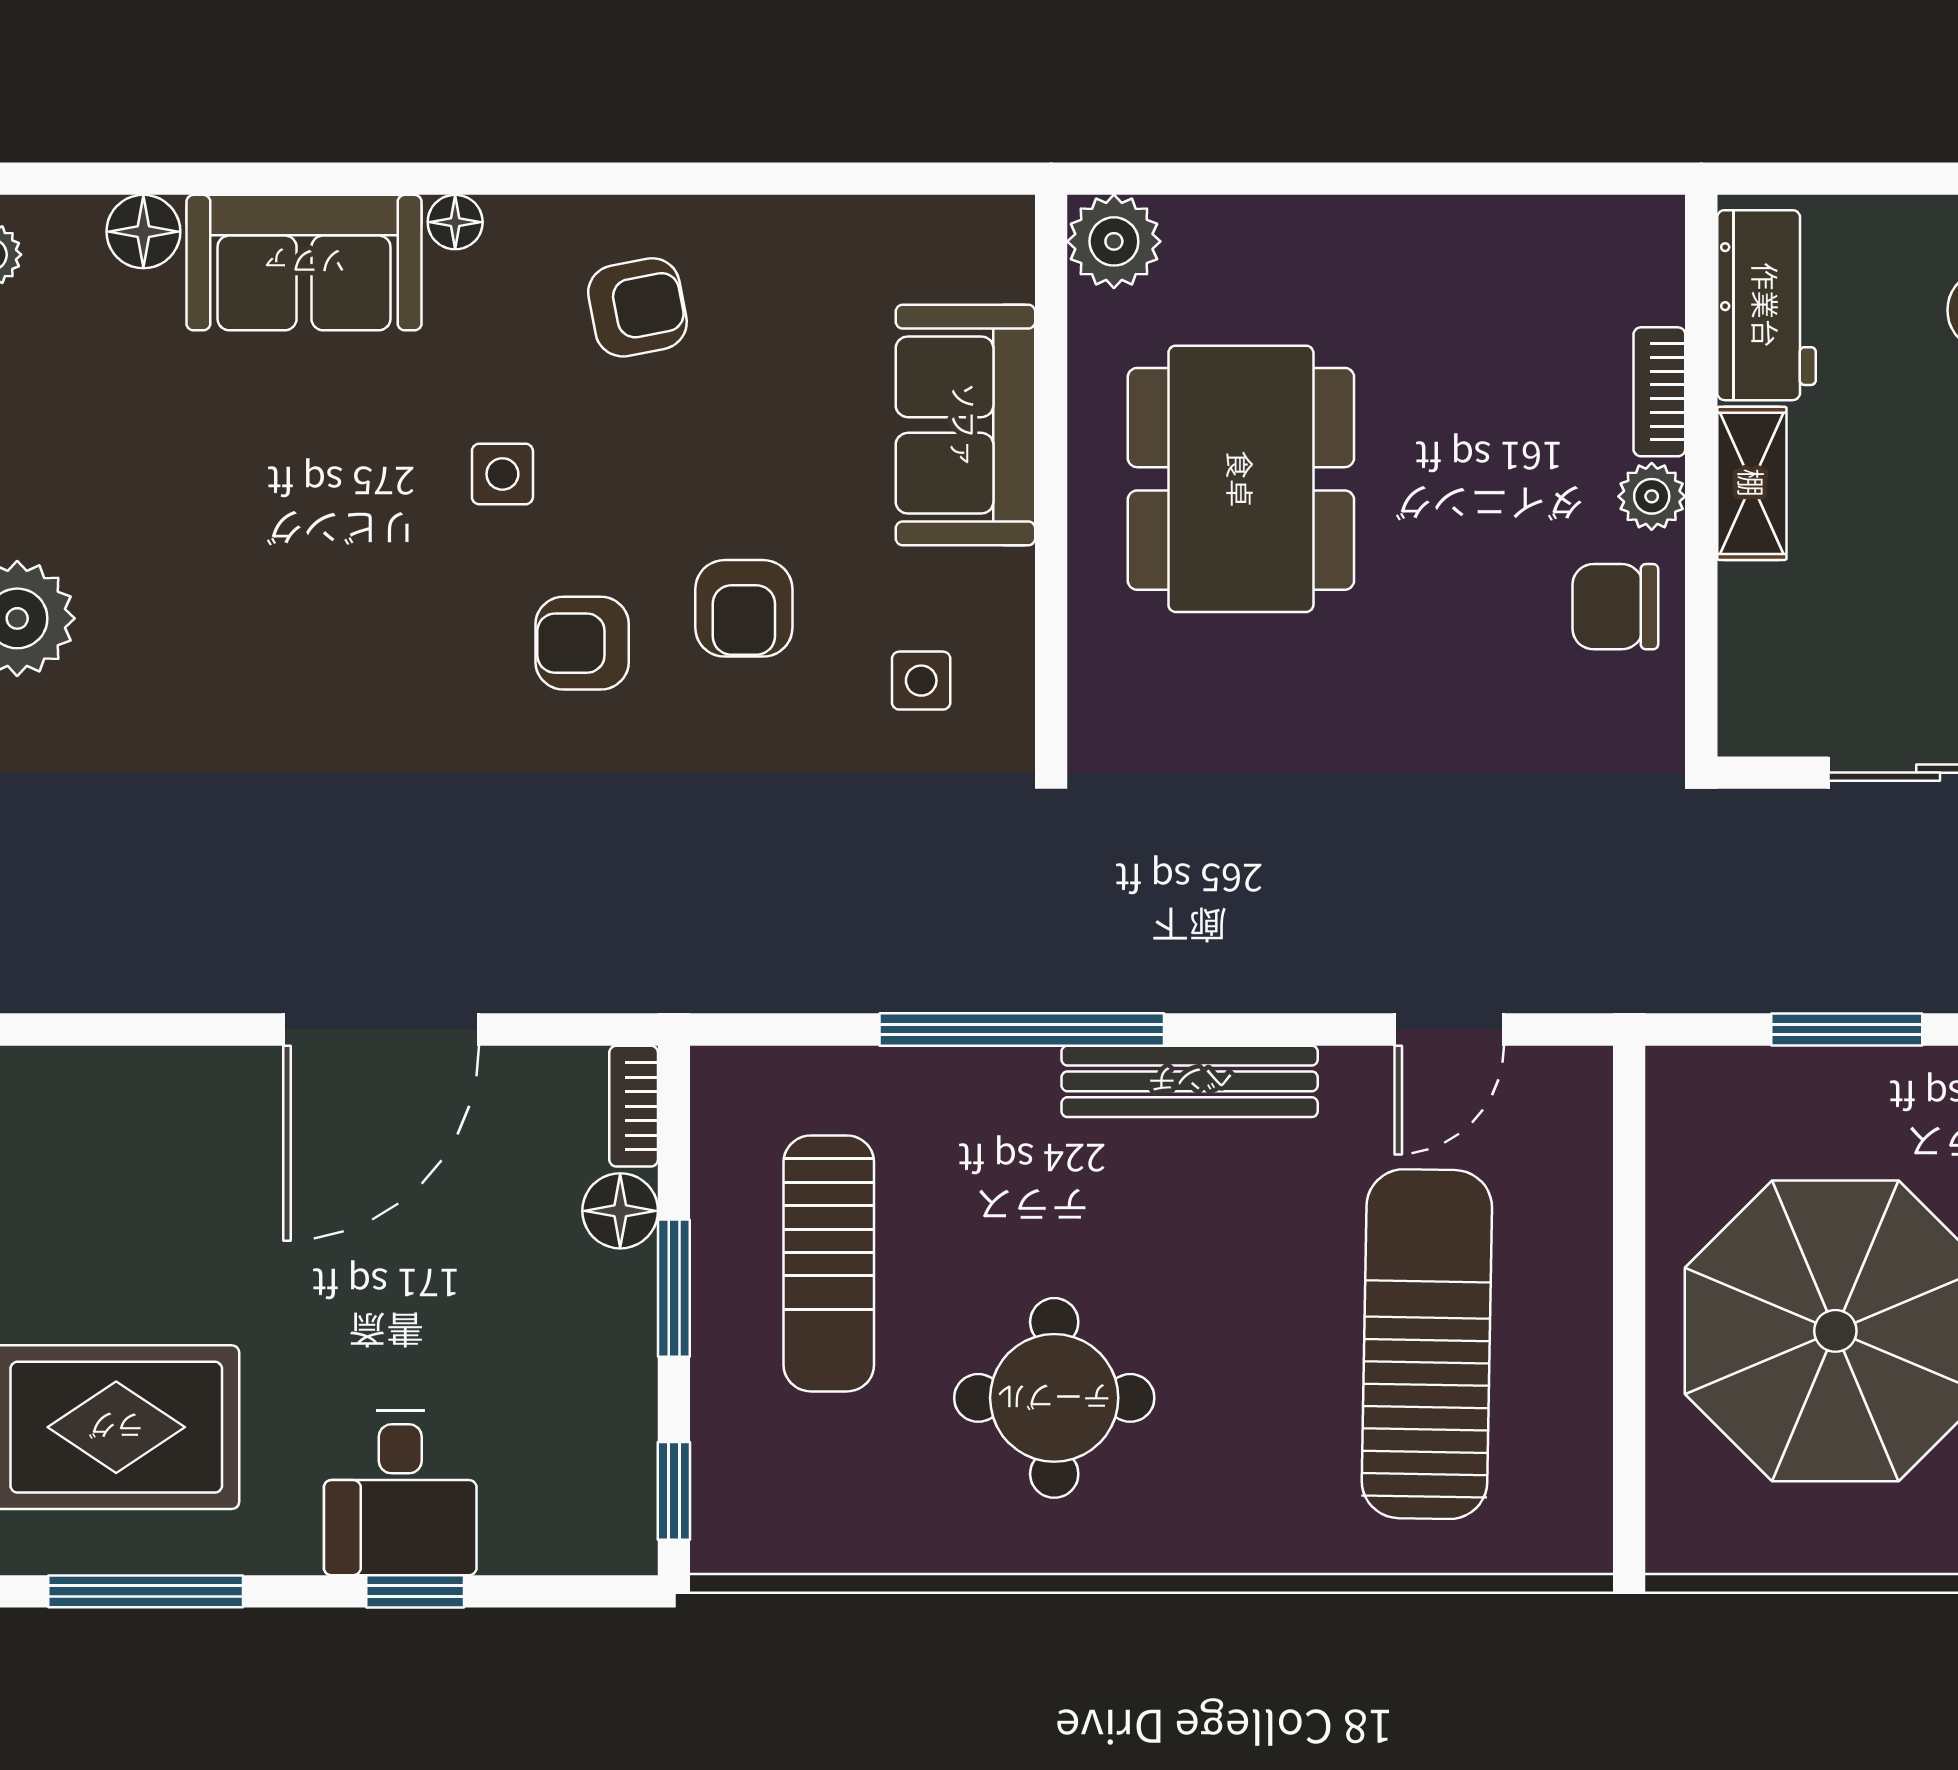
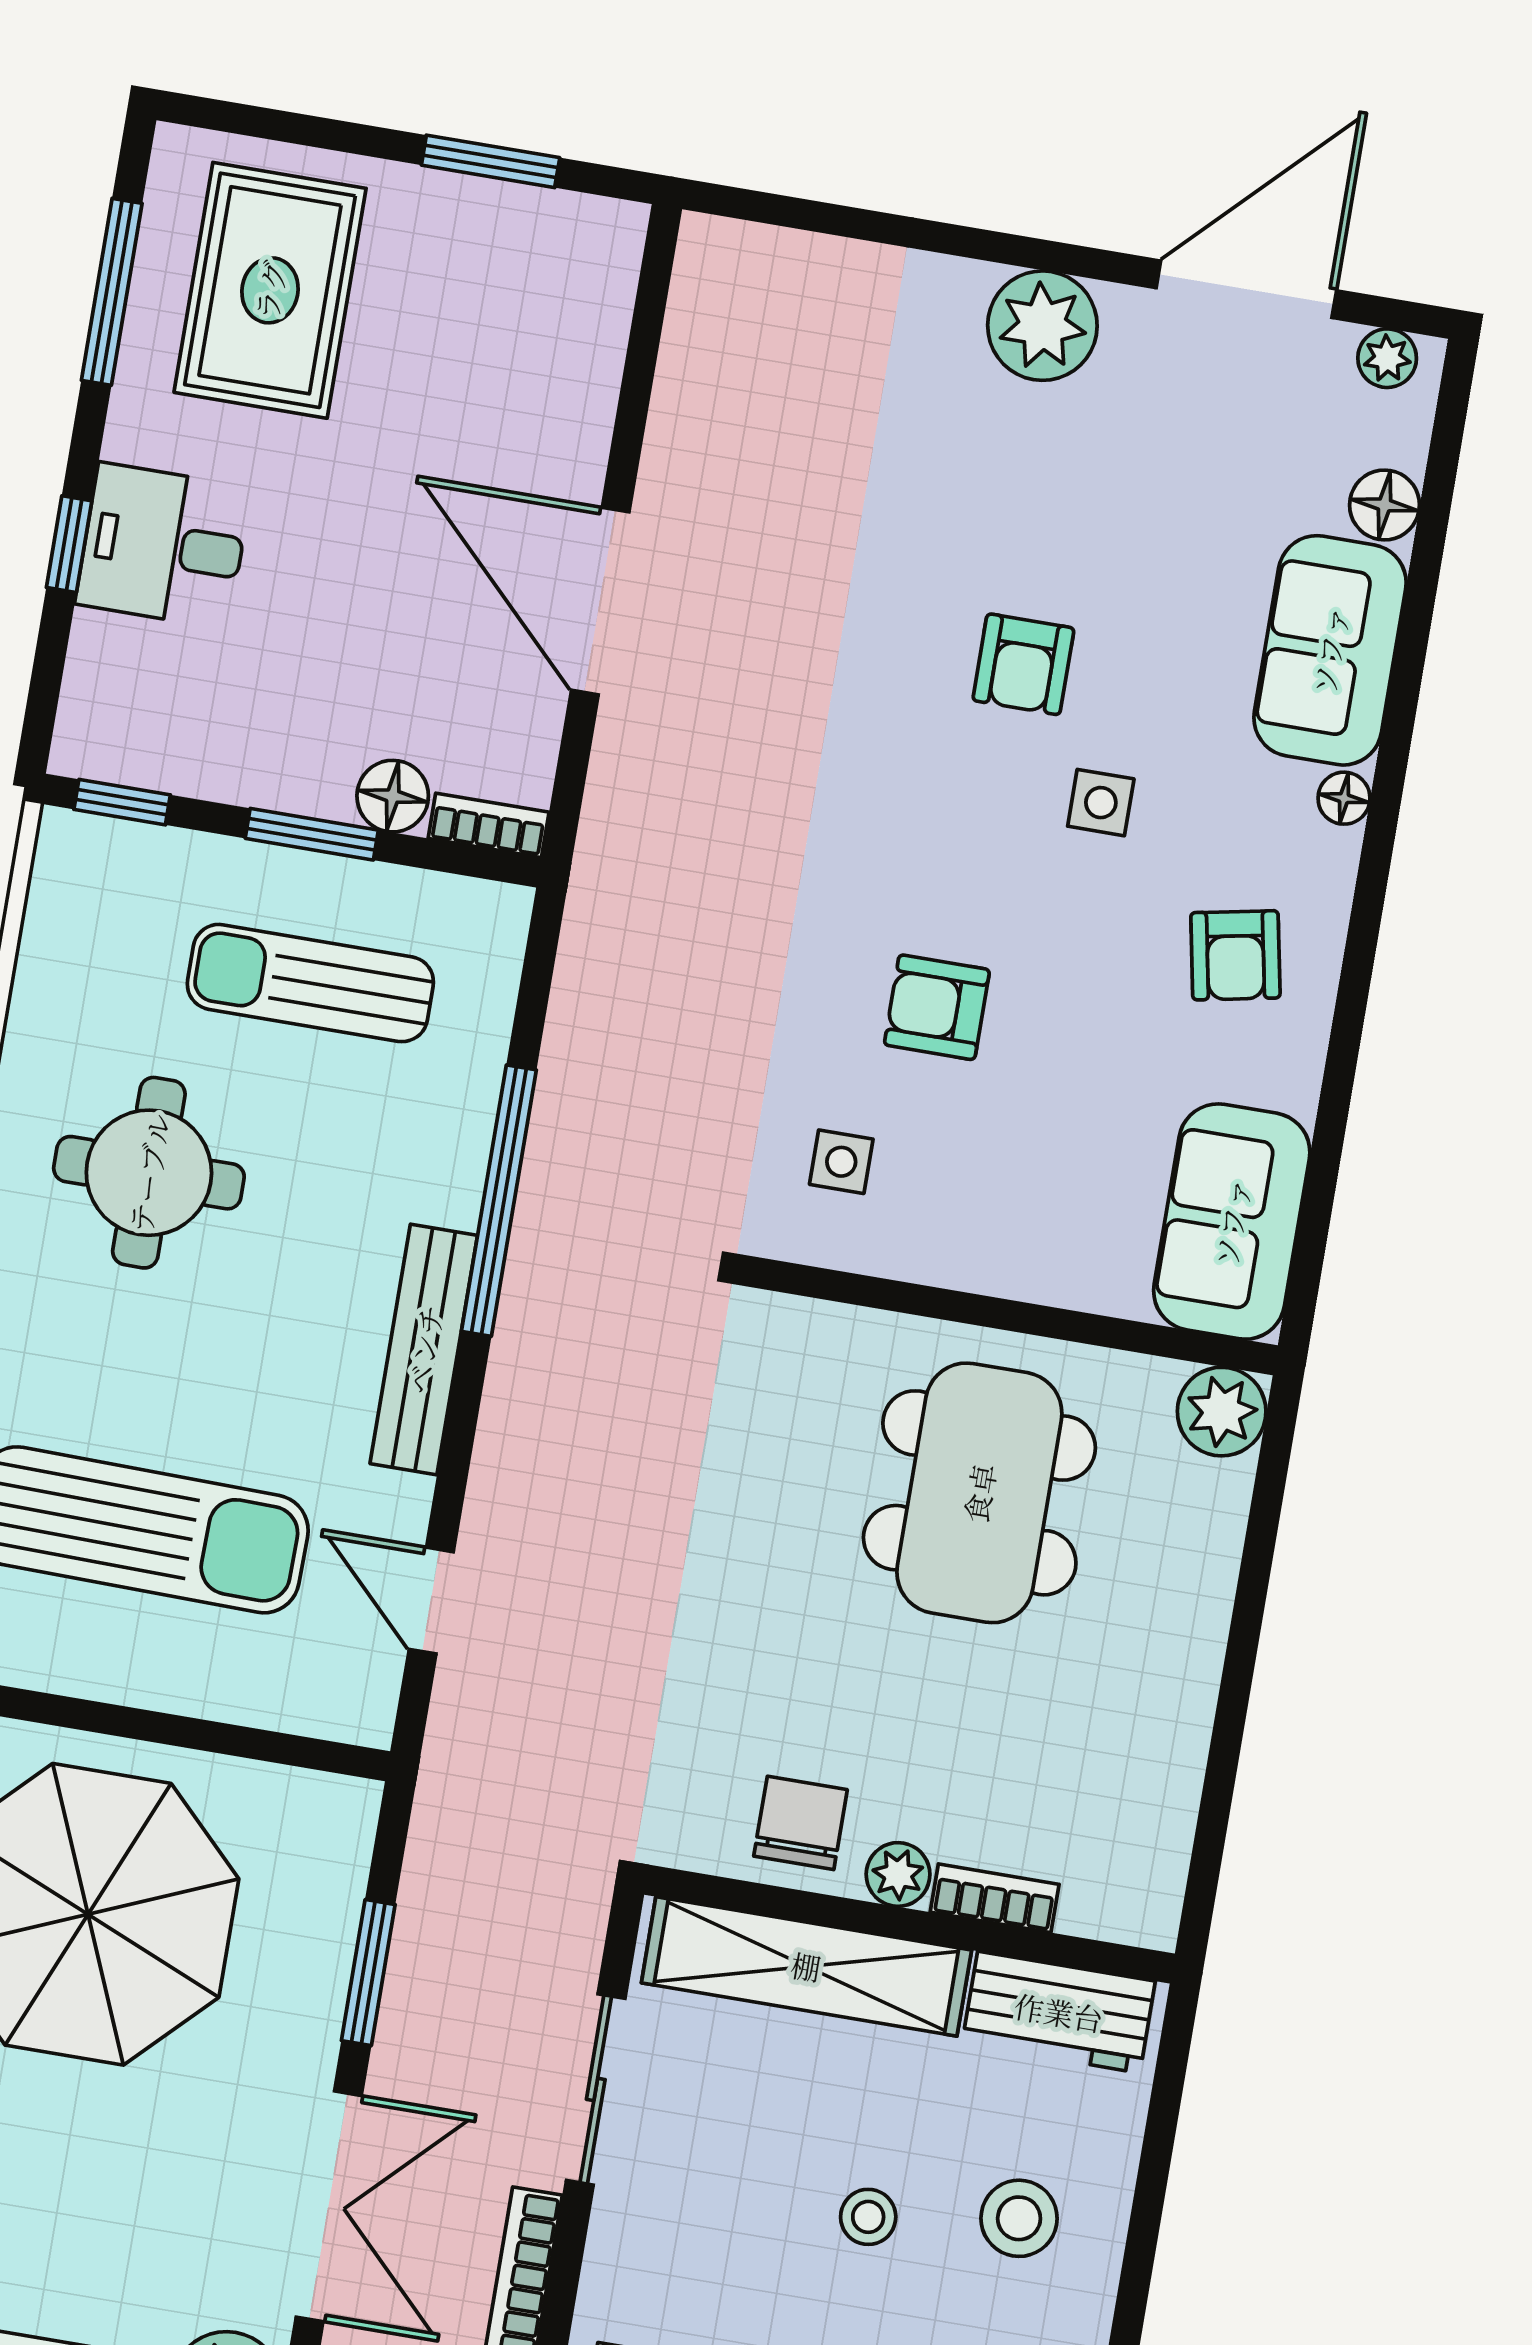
sofa: (965, 425) -> (1232, 1222), moved, turned -90
dining table: (1241, 479) -> (979, 1493), turned 90
shelving: (1752, 483) -> (806, 1966), width x2.20, depth x1.33
armchair: (582, 643) -> (1023, 664), moved, turned 180

